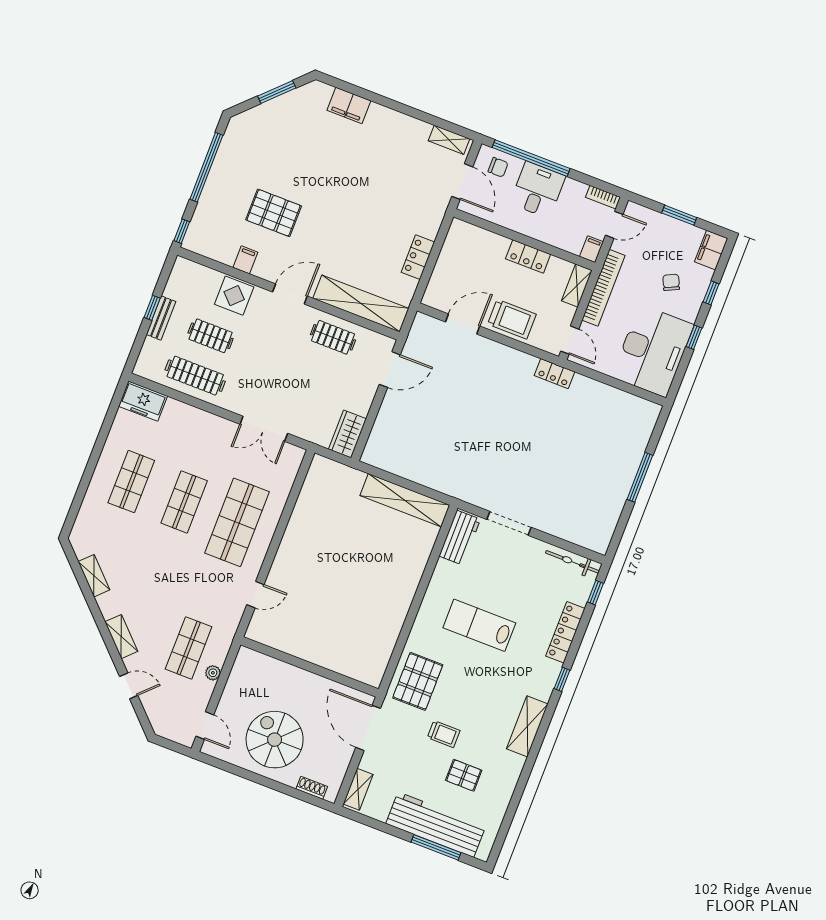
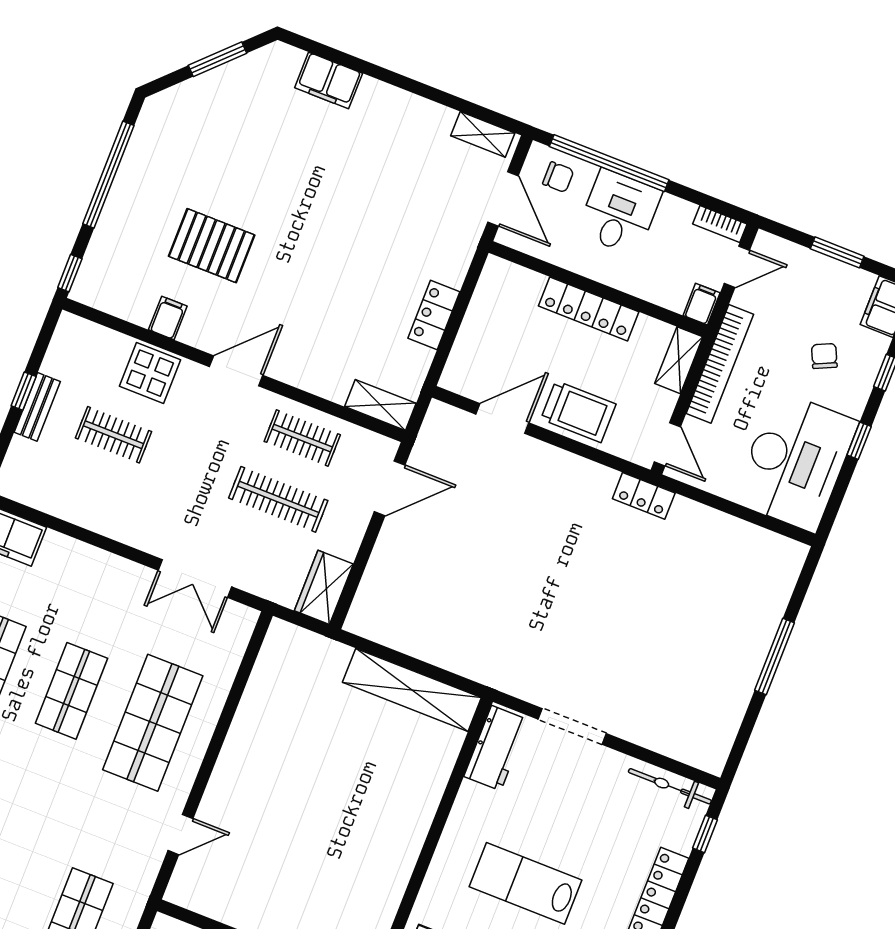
locker: (528, 256) -> (589, 309), width x1.53
shelving: (361, 303) -> (380, 405), width x0.45, depth x0.75
clothes rail: (195, 376) -> (278, 499), moved

